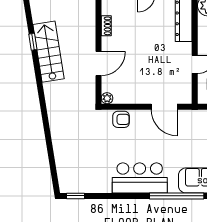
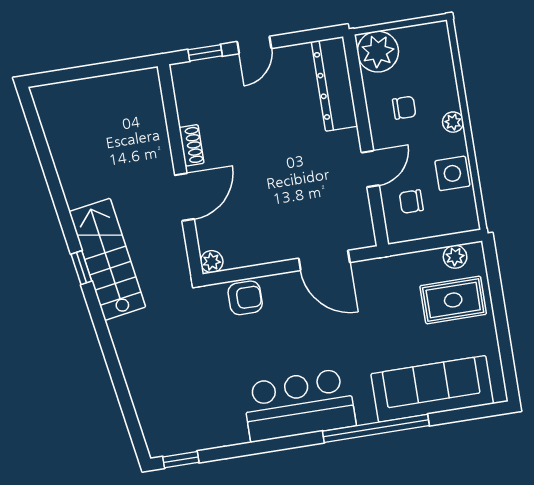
shoe rack: (106, 26) -> (191, 145), moved
window: (33, 42) -> (81, 268), moved
stairs: (49, 52) -> (107, 259), moved

